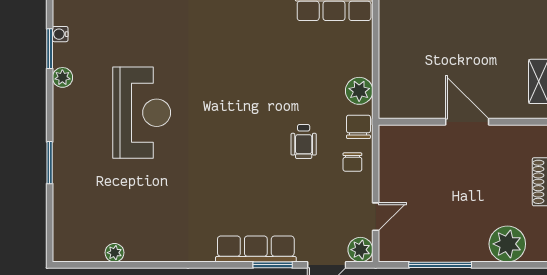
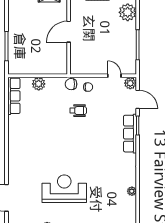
plant: (359, 91) -> (39, 84), moved
plant: (114, 253) -> (132, 191), moved

